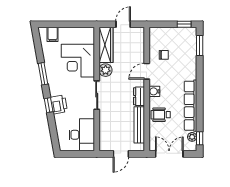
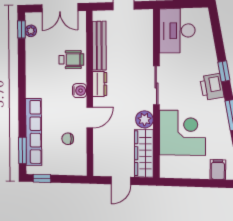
printer: (59, 104) -> (212, 87), moved
row of seats: (190, 106) -> (34, 132), moved

